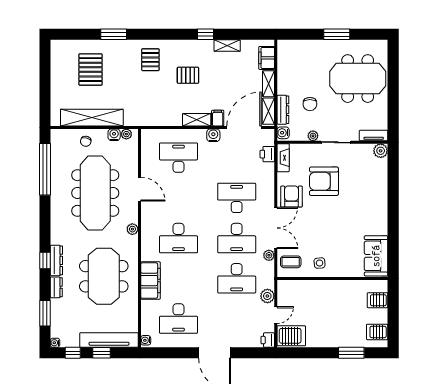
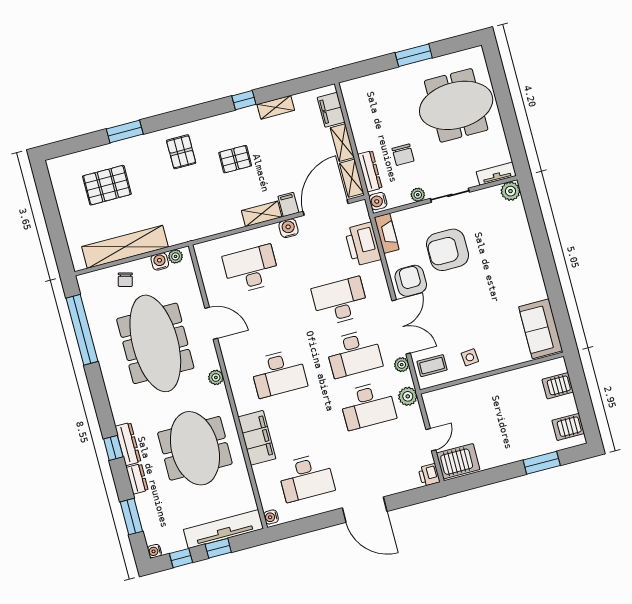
pallet: (90, 70) -> (107, 185), turned 90
printer: (267, 154) -> (363, 244), width x1.87, depth x1.48
plant: (267, 296) -> (408, 396), moved

